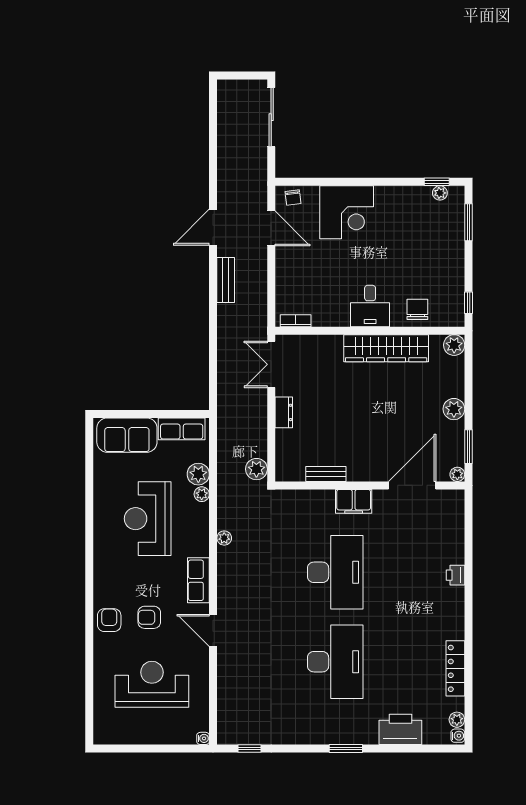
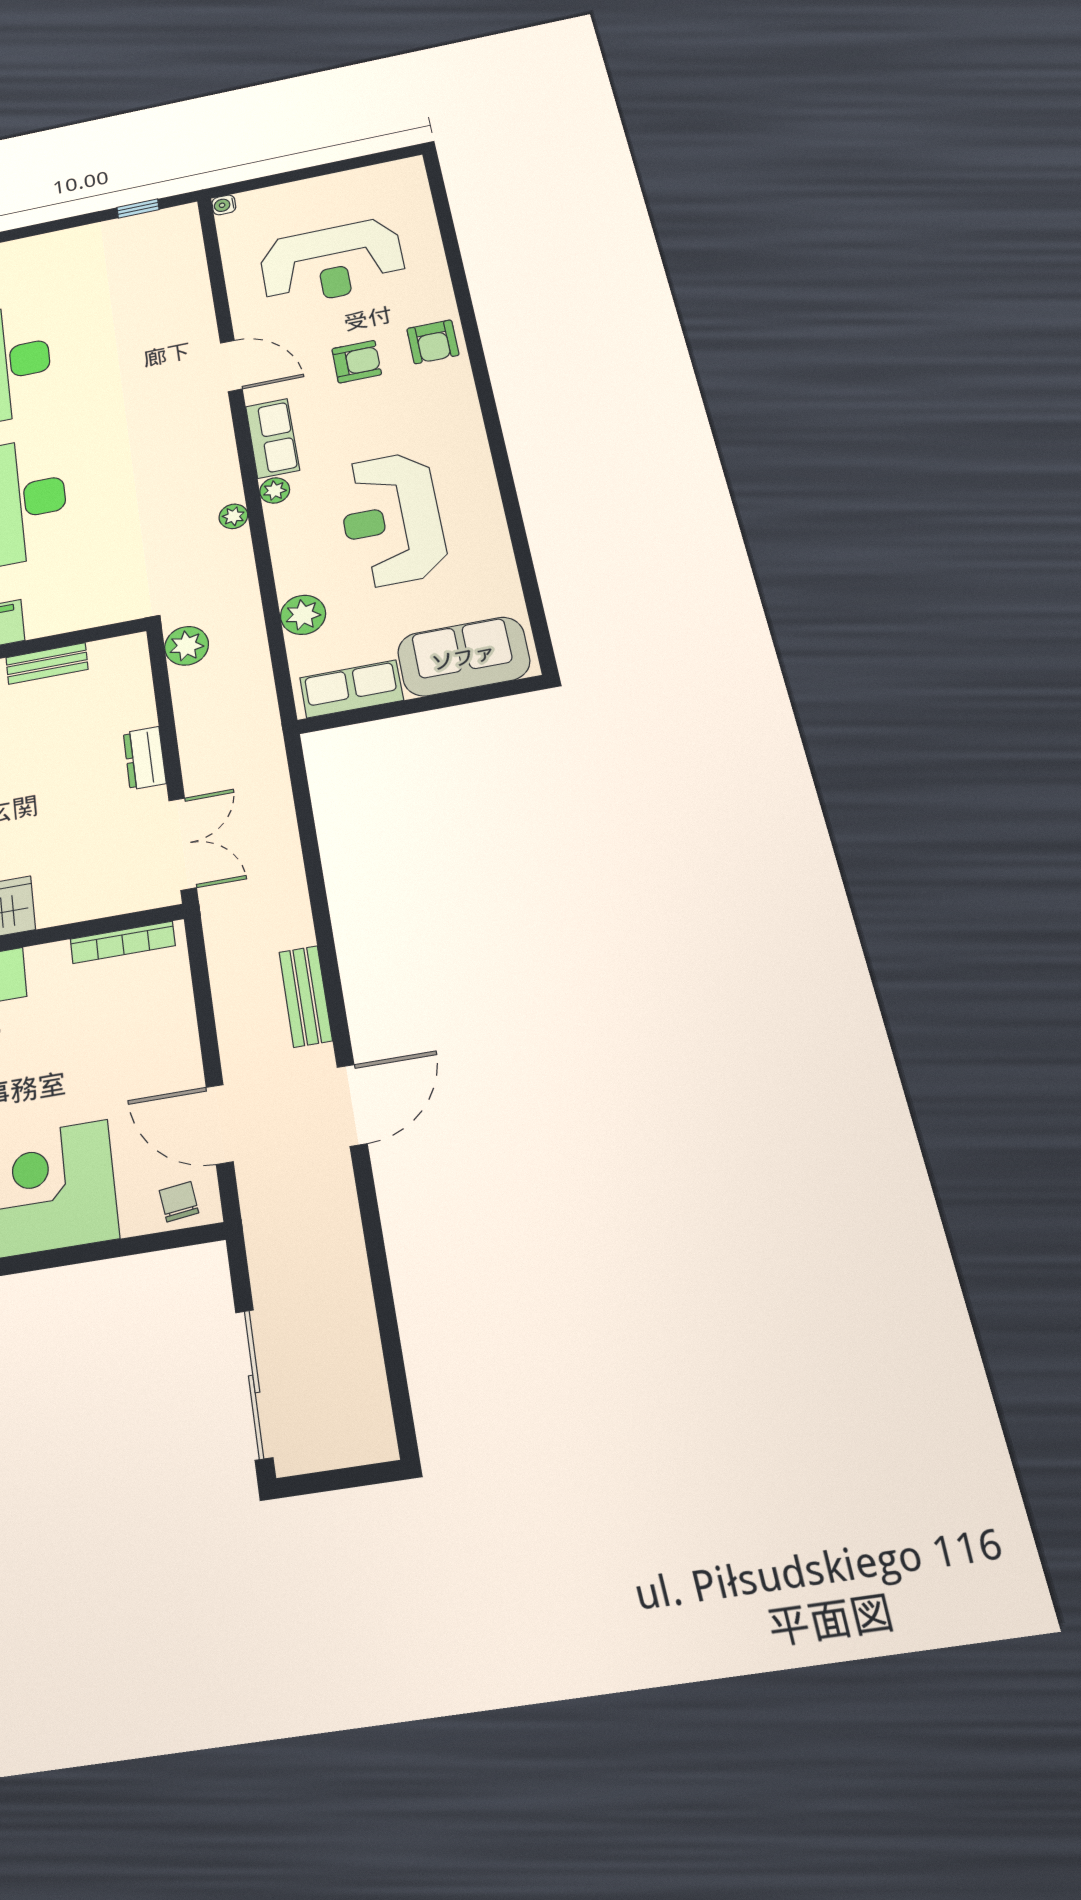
bookcase: (296, 321) -> (123, 942), width x1.56
plant: (202, 494) -> (275, 490), moved
reception desk: (148, 519) -> (391, 519), turned 180

